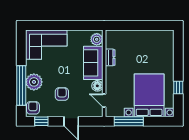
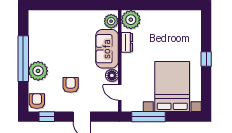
plant: (114, 38) -> (131, 20), added
corner sofa: (46, 45) -> (52, 27), removed
window: (21, 85) -> (23, 59), moved
window: (178, 87) -> (206, 59), moved

